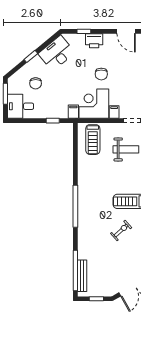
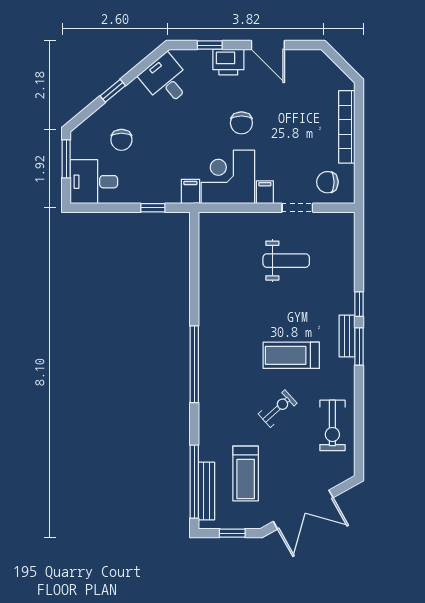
door: (126, 31) -> (268, 45), moved
desk: (57, 53) -> (166, 80), width x0.73
treadmill: (93, 140) -> (246, 474), moved

